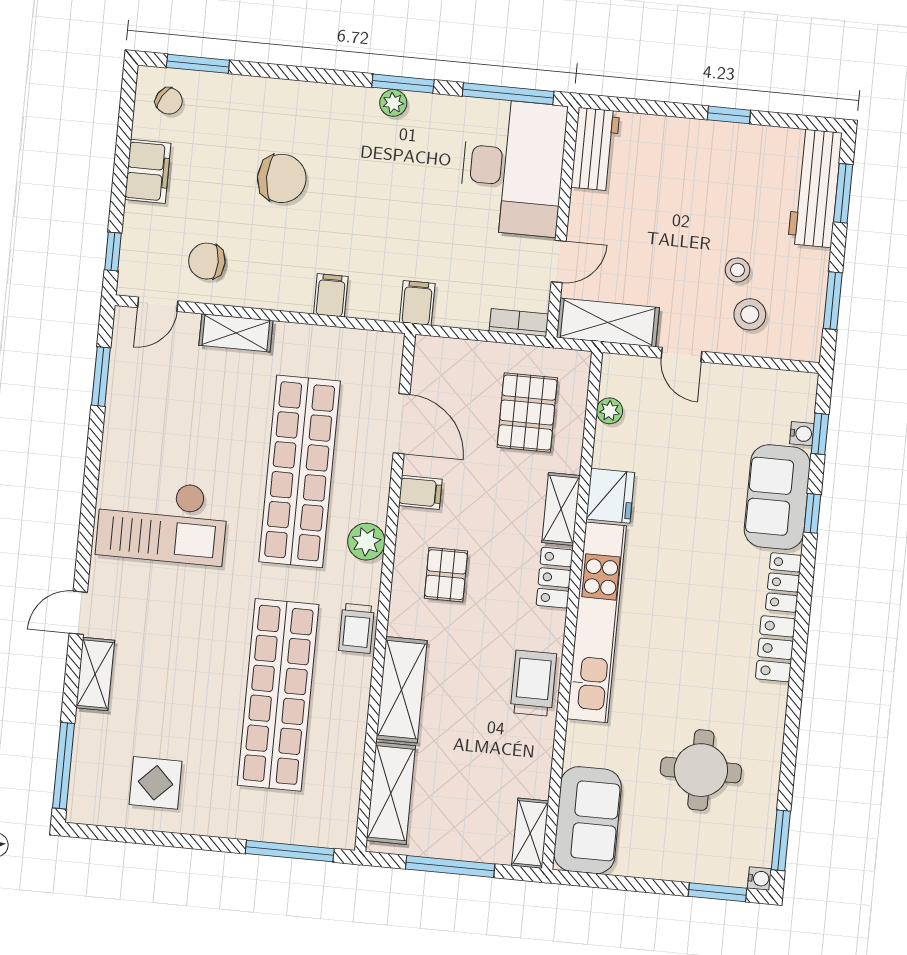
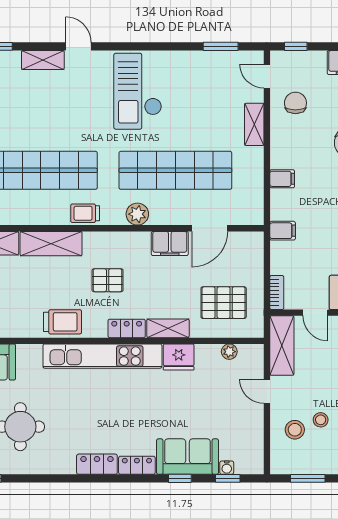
door: (682, 355) -> (267, 391), hinge flipped
filing cabinet: (420, 492) -> (170, 243), width x2.00
pallet: (446, 575) -> (108, 280), moved

